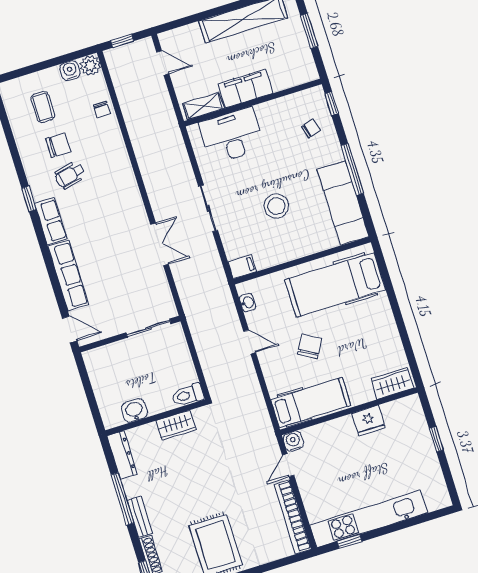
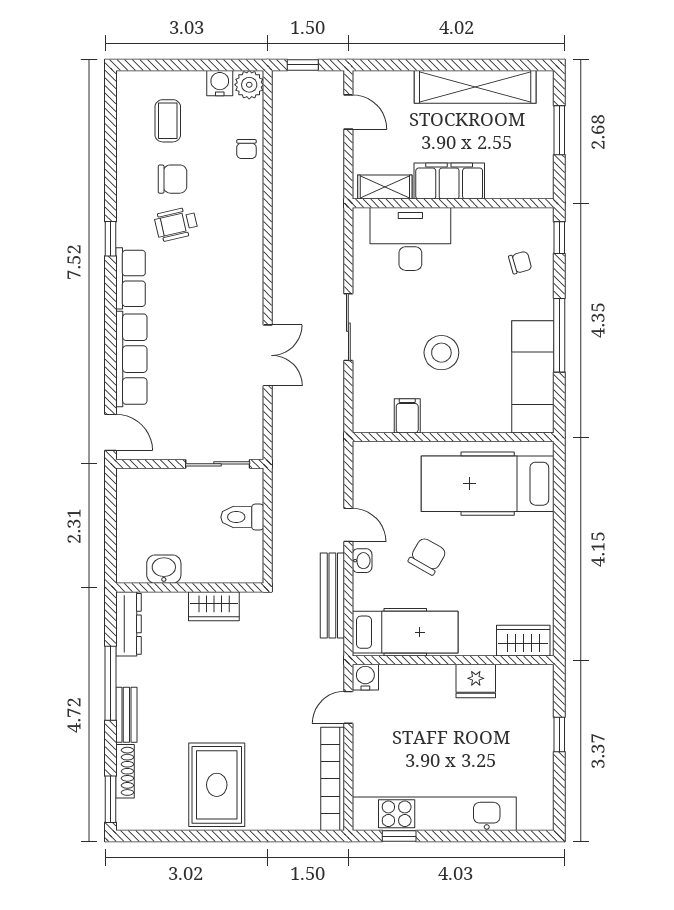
filing cabinet: (242, 267) -> (407, 416), moved, turned -90
washbasin: (248, 303) -> (362, 561), moved
bench: (254, 393) -> (332, 595), added
toilet: (188, 395) -> (242, 517), moved

